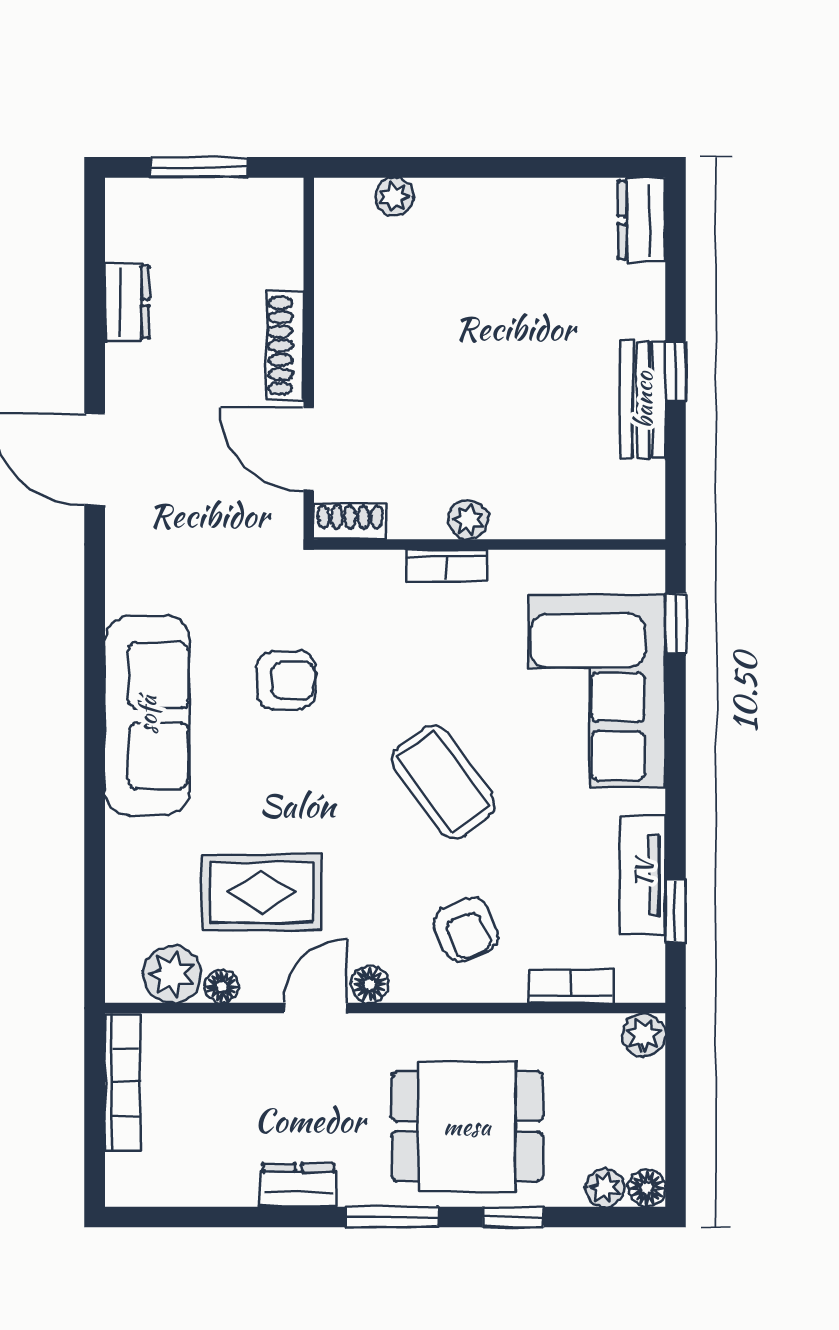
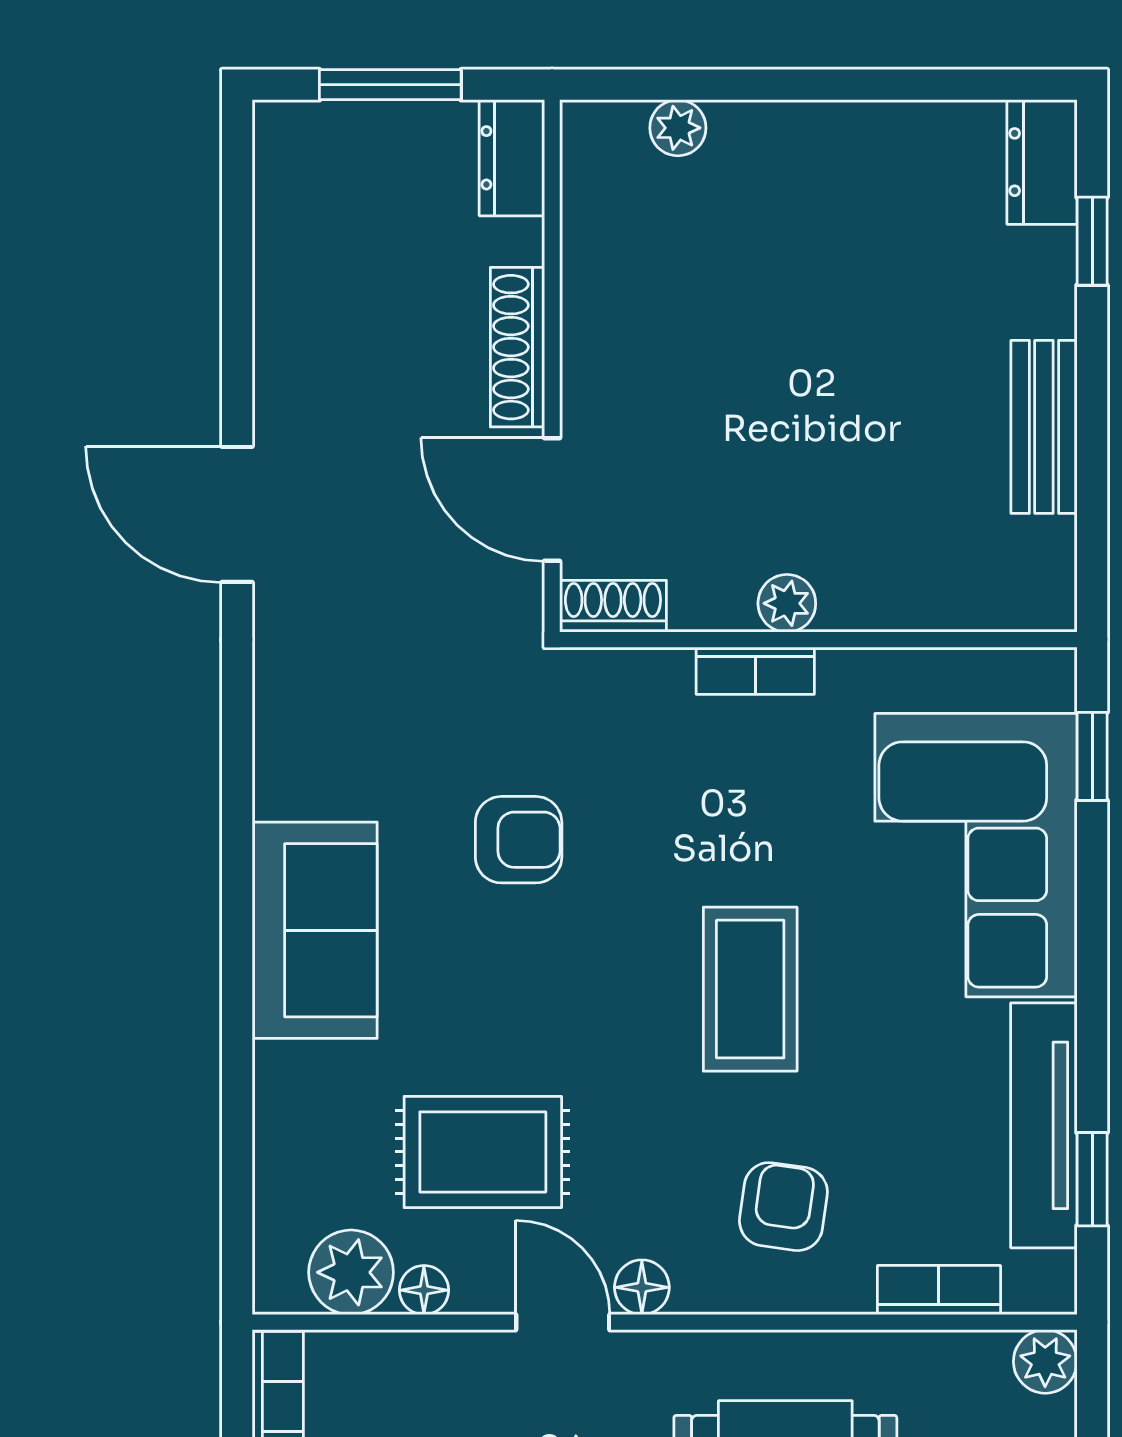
dresser: (127, 302) -> (512, 158), moved, turned 180
window: (676, 371) -> (1092, 241), moved
sofa: (147, 715) -> (315, 930), width x0.73
coffee table: (443, 782) -> (750, 989), turned 36
tv unit: (643, 874) -> (1044, 1125), width x1.41
armchair: (466, 930) -> (783, 1207), turned -147
door: (316, 1008) -> (563, 1322), hinge flipped

